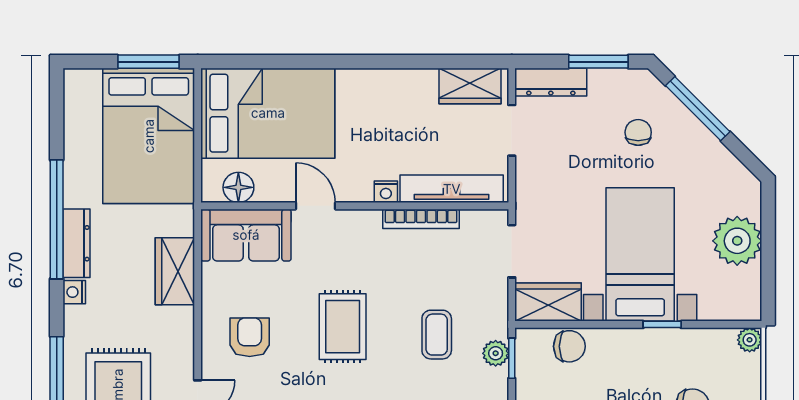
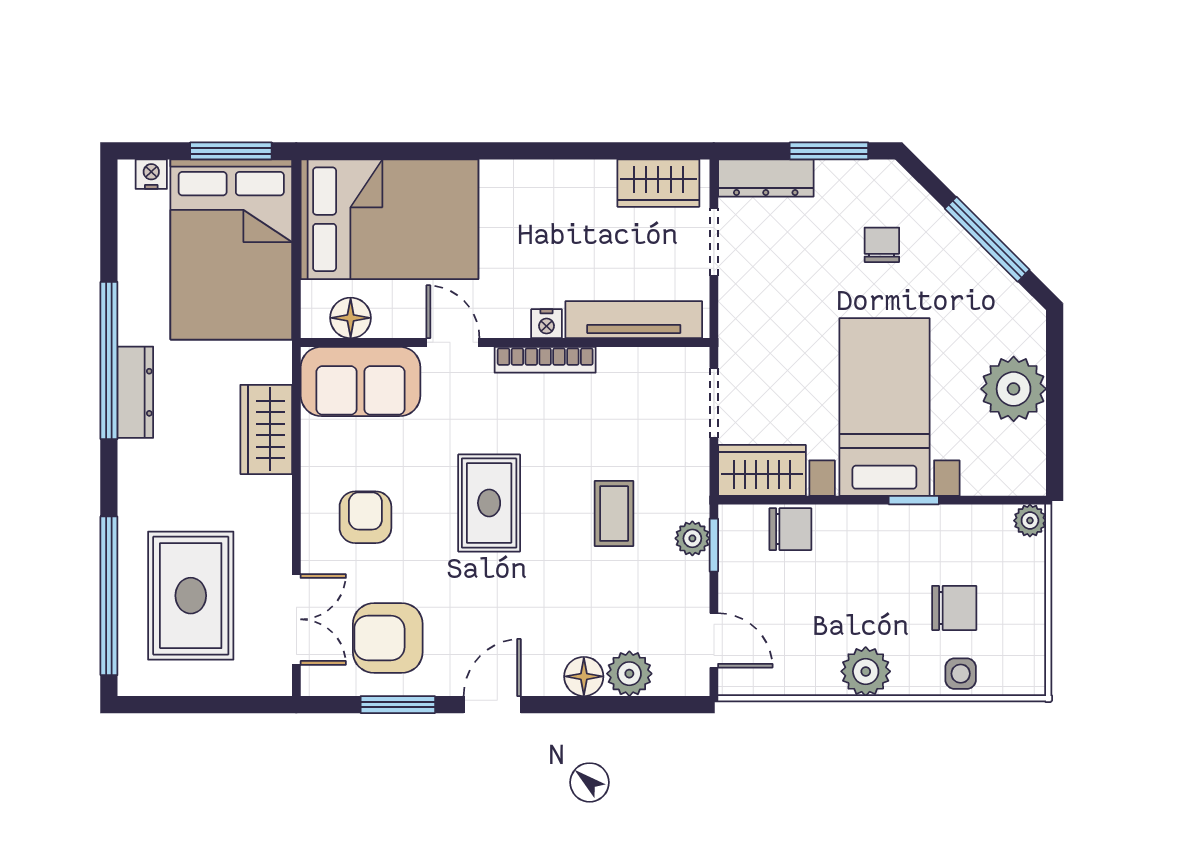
window: (698, 109) -> (987, 239), moved
bookcase: (421, 219) -> (545, 360), moved
nightstand: (74, 292) -> (151, 174), moved, turned 90

